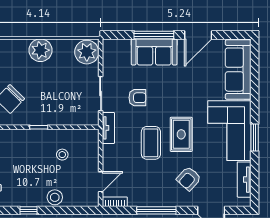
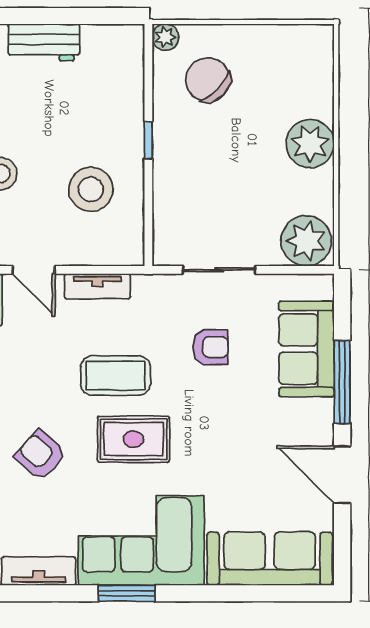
sofa: (154, 52) -> (307, 349), moved
armchair: (137, 98) -> (210, 347), turned -90
tv unit: (108, 128) -> (97, 286), moved
stool: (62, 155) -> (91, 189), width x1.89, depth x1.89

